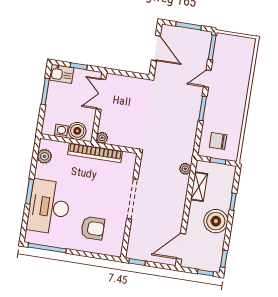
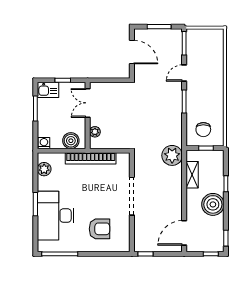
washing machine: (61, 131) -> (44, 143), moved
plant: (102, 138) -> (95, 132), moved
chair: (218, 141) -> (203, 130), turned -90
plant: (185, 169) -> (172, 155), width x1.87, depth x1.87

